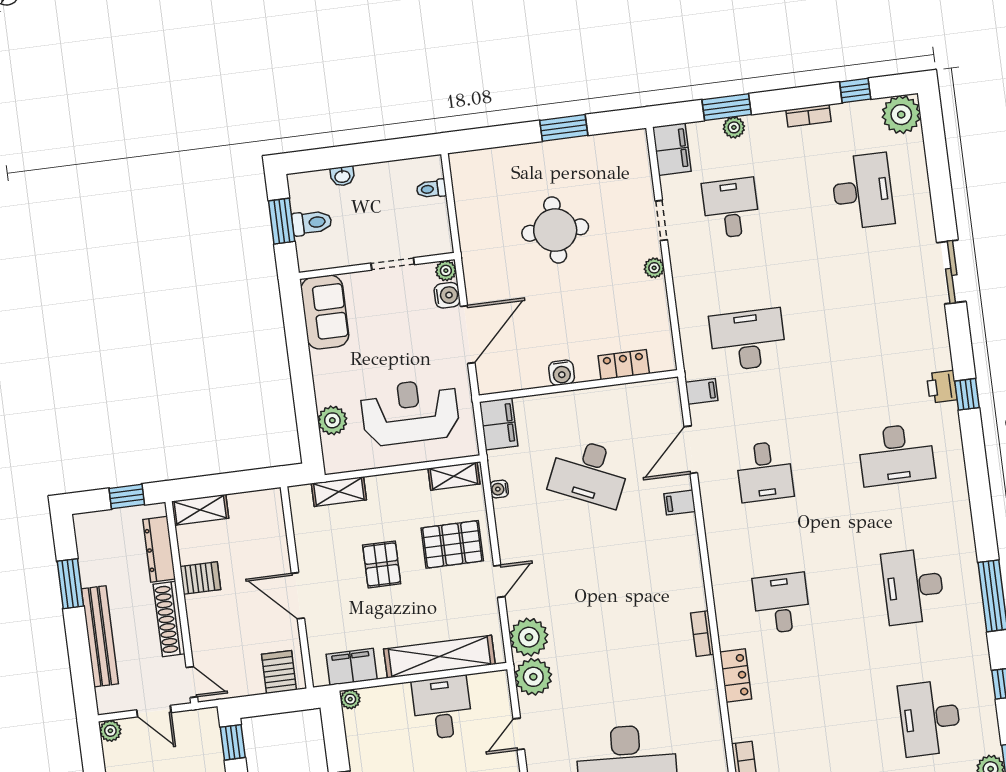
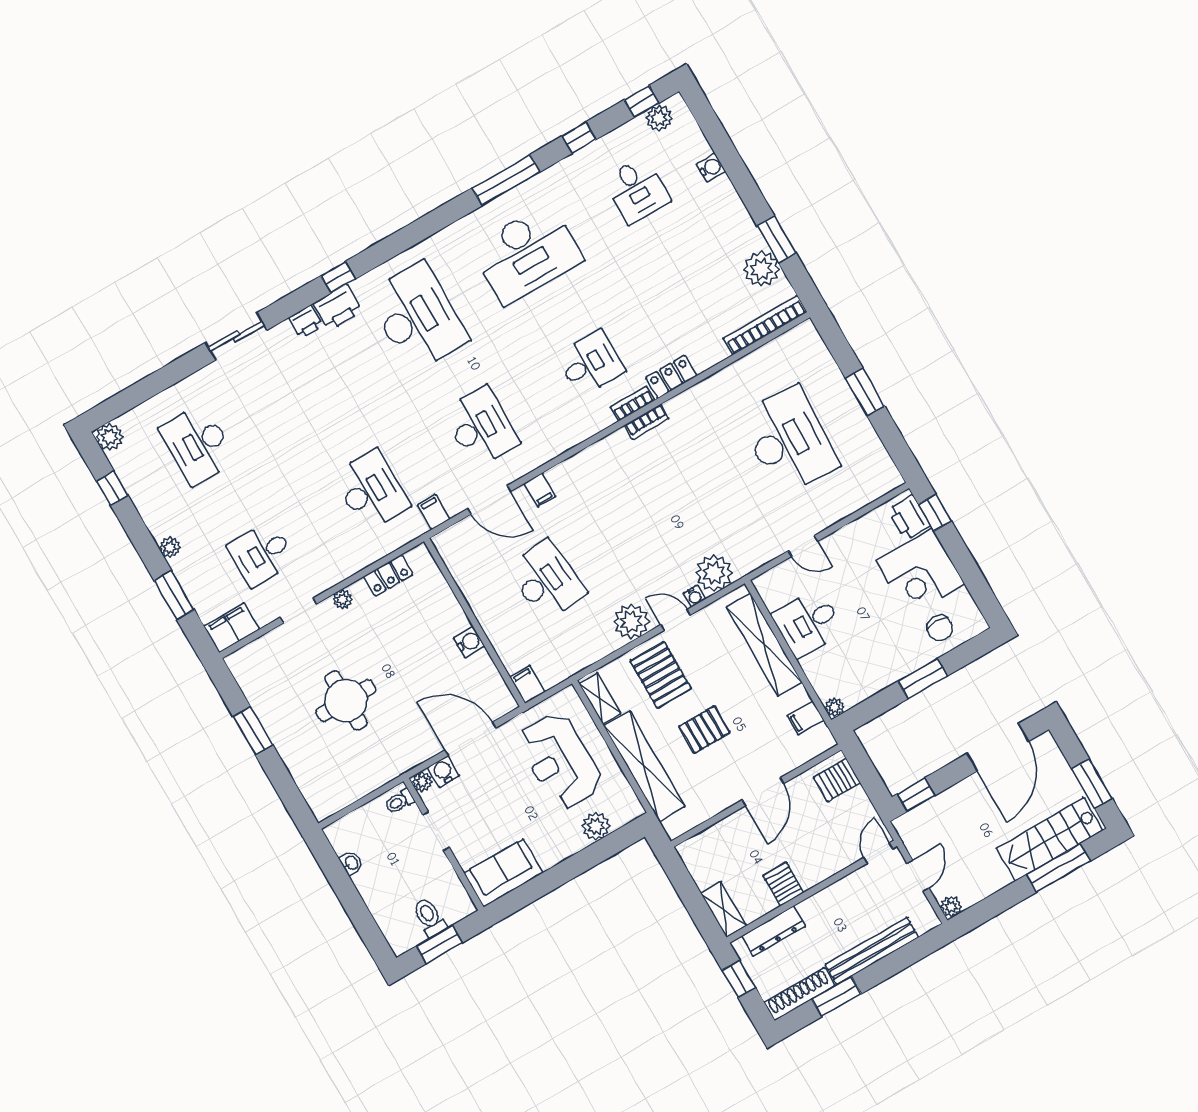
plant: (901, 115) -> (110, 437), width x0.73, depth x0.73
bookcase: (809, 116) -> (633, 404), moved, turned -90
plant: (734, 127) -> (170, 547), moved
washbasin: (342, 176) -> (351, 863), moved
toilet: (431, 189) -> (399, 801), moved, turned 90
desk: (863, 191) -> (198, 444), turned -90
desk: (748, 340) -> (371, 490), turned 180
printer: (937, 345) -> (306, 322), added
locker: (624, 365) -> (388, 575), moved, turned -90
printer: (942, 387) -> (338, 307), width x1.36, depth x1.24
filing cabinet: (499, 424) -> (527, 684), width x0.50
desk: (896, 455) -> (417, 317), width x1.36, depth x1.30
desk: (765, 471) -> (481, 427), width x1.37
desk: (589, 472) -> (547, 581), turned -30
water cooler: (499, 489) -> (694, 596), moved
shelving: (339, 492) -> (644, 766), width x2.20, depth x1.33
desk: (913, 586) -> (527, 254), width x1.36, depth x1.30
desk: (782, 603) -> (591, 363), turned 180
shoe rack: (169, 619) -> (799, 994), moved, turned 180
filing cabinet: (352, 667) -> (806, 718), width x0.50
plant: (533, 677) -> (631, 622), moved
desk: (930, 718) -> (637, 190), width x0.73

